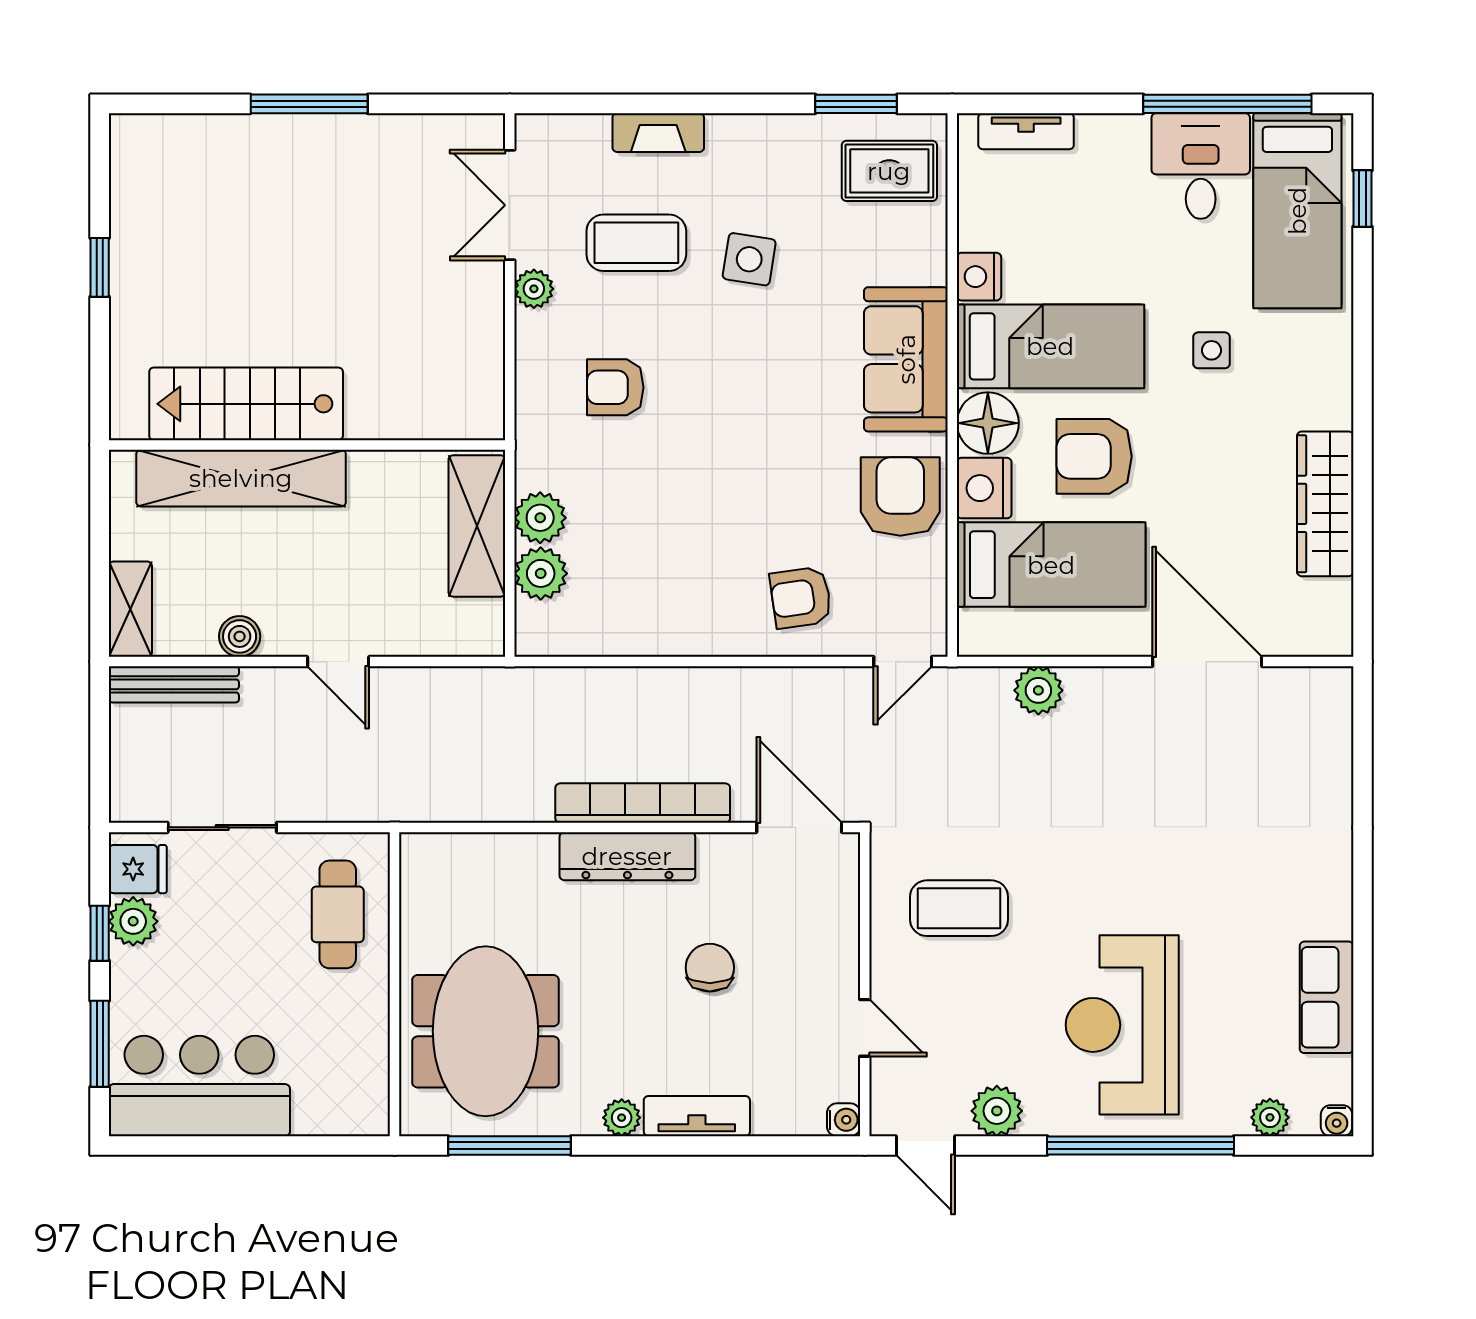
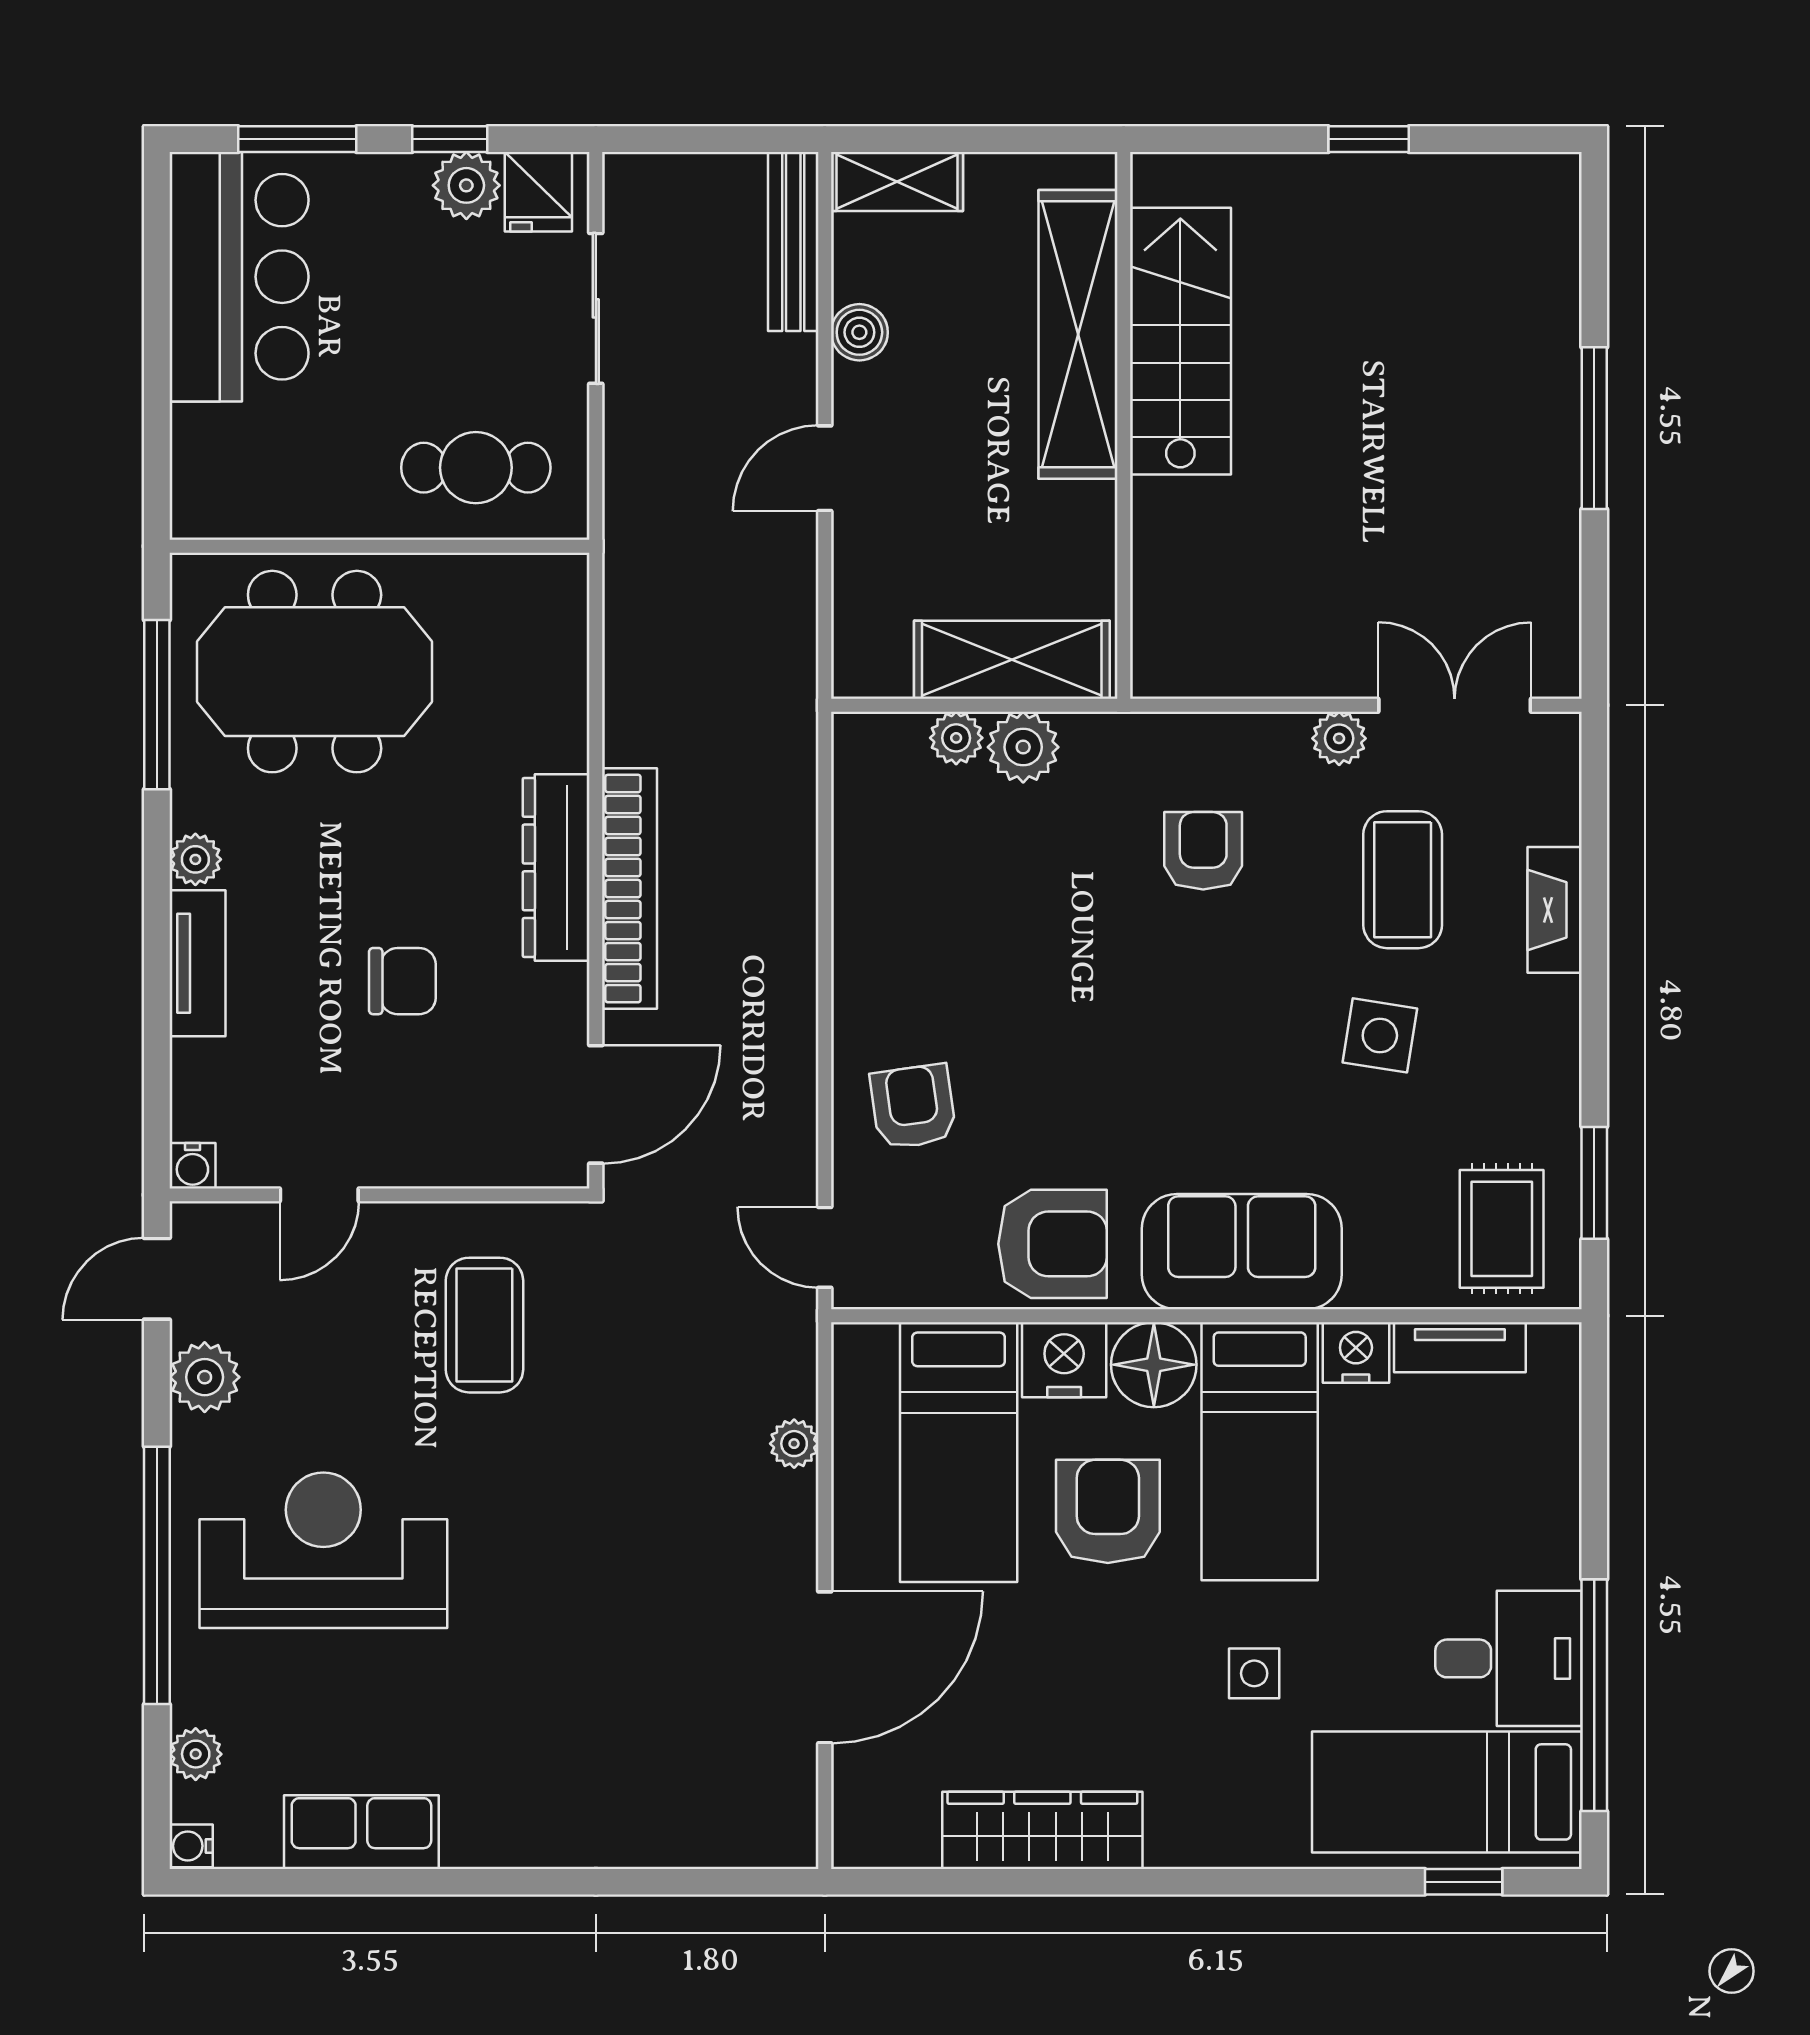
tv unit: (1026, 131) -> (1460, 1347), moved, turned -90
plant: (541, 573) -> (956, 738), width x0.73, depth x0.73
plant: (1038, 690) -> (794, 1444), width x0.73, depth x0.73

